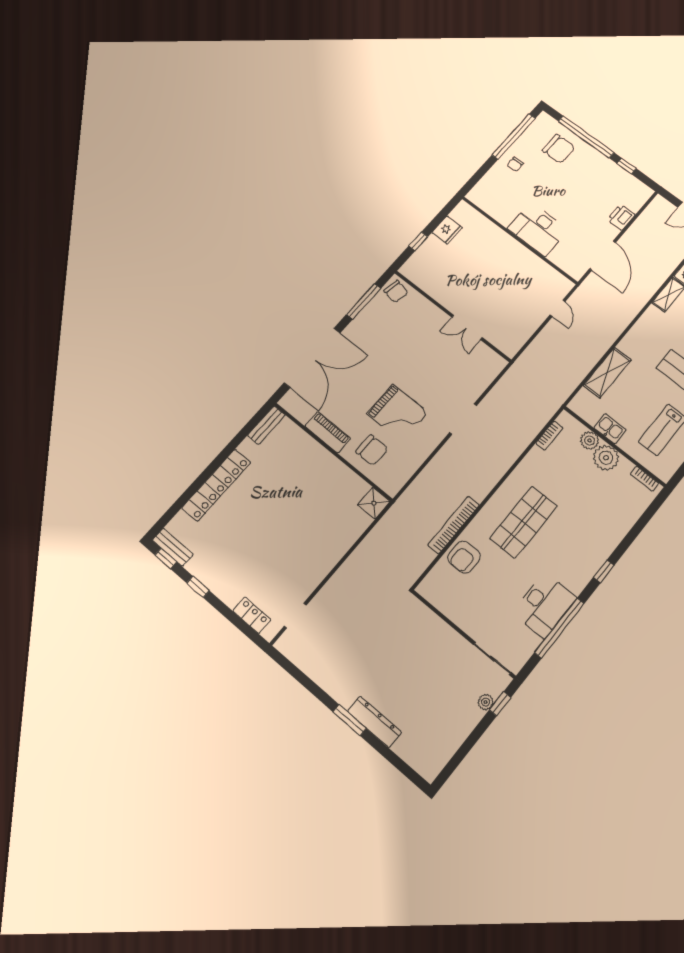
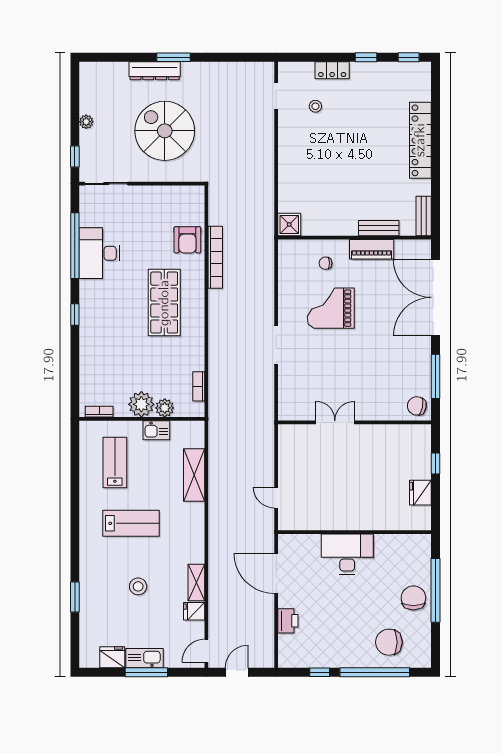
window: (514, 137) -> (436, 590), moved
chair: (515, 164) -> (413, 598), width x1.87, depth x1.87
chair: (372, 450) -> (325, 263), width x0.54, depth x0.54
bench: (173, 547) -> (379, 228), moved
armchair: (464, 557) -> (187, 240), turned 180
stool: (272, 581) -> (315, 106), added
locker: (252, 615) -> (332, 70), moved
spiral stairs: (409, 663) -> (165, 131), added
plant: (486, 702) -> (86, 122), moved

